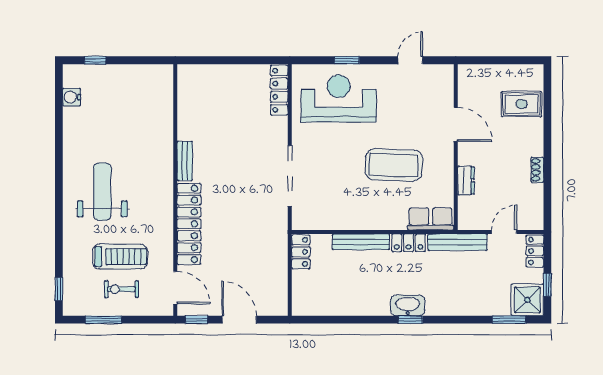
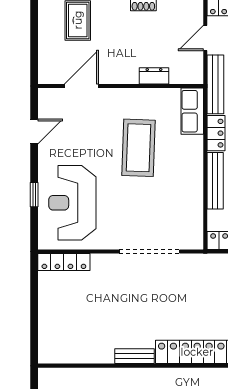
door: (410, 60) -> (34, 131), swing flipped
door: (456, 124) -> (81, 86), moved
door: (504, 232) -> (205, 38), hinge flipped

